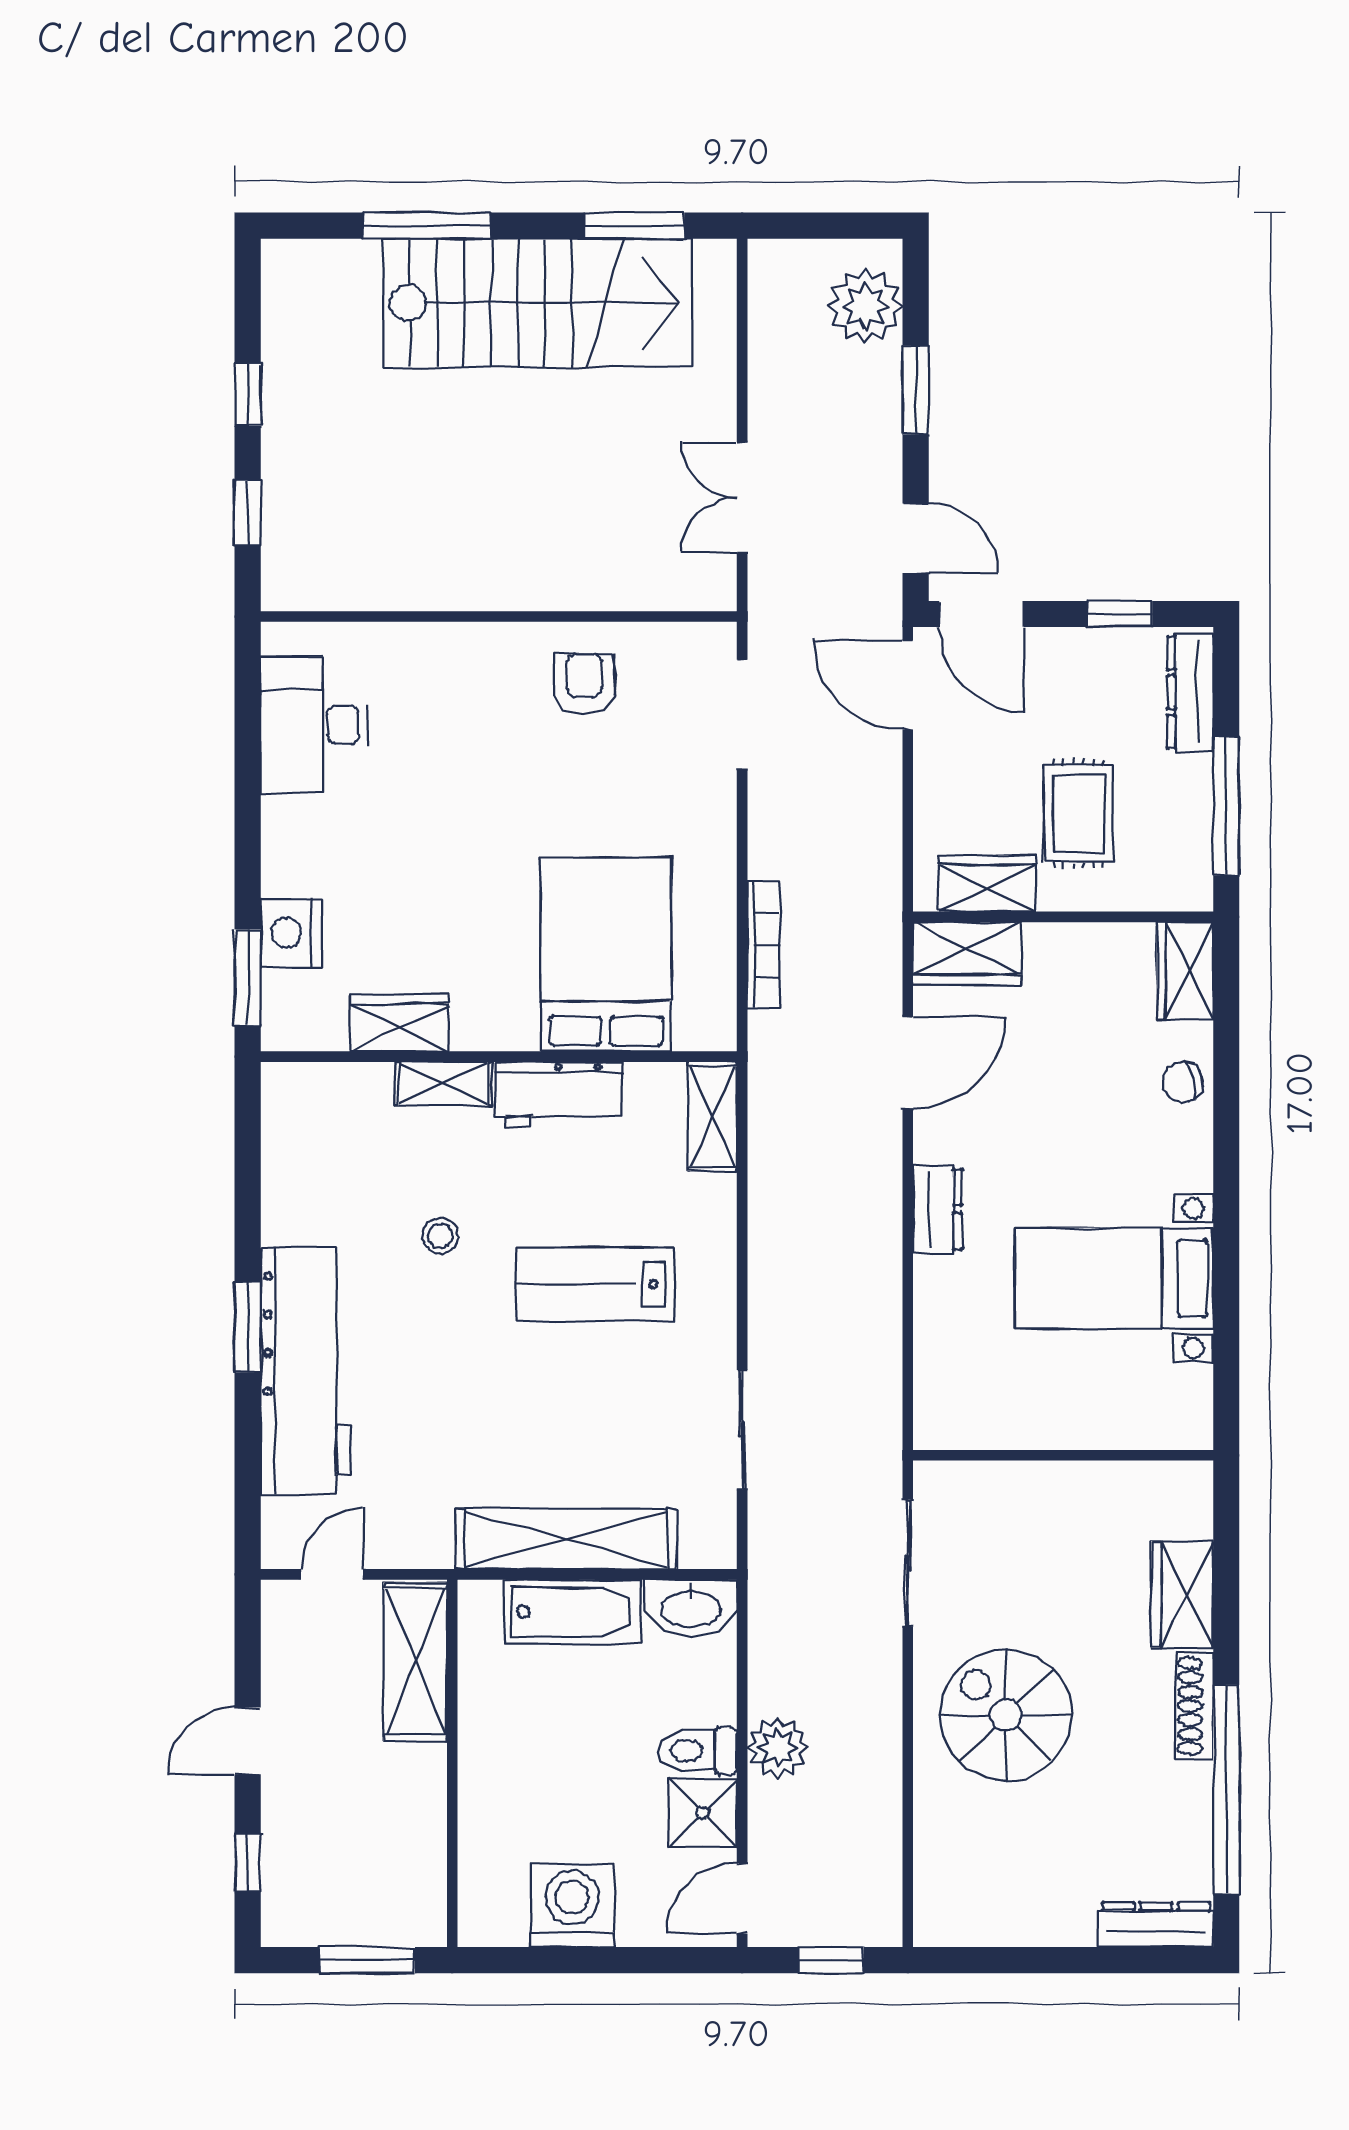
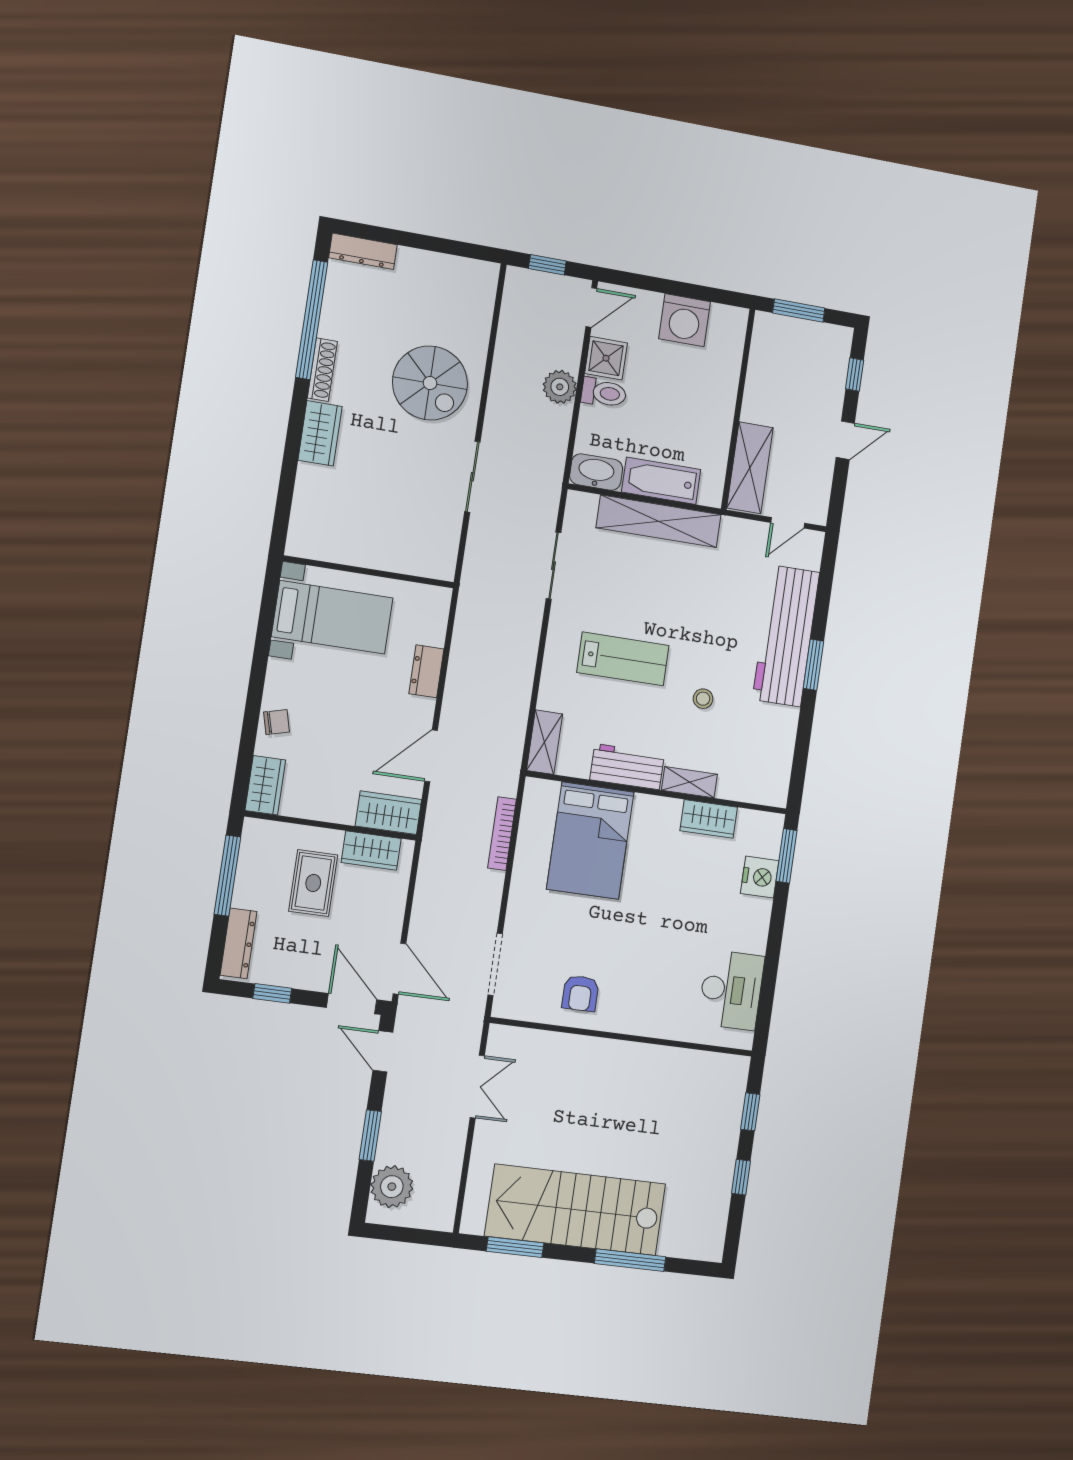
wall: (1063, 1455) -> (369, 572), moved

